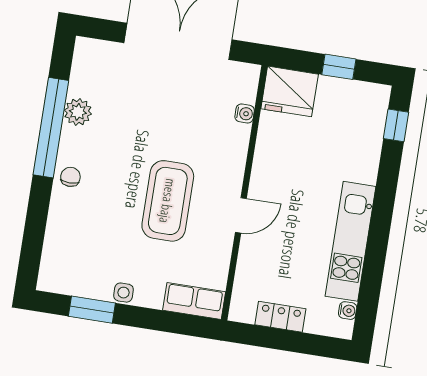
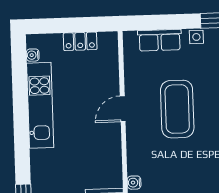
row of seats: (194, 301) -> (160, 40), moved

